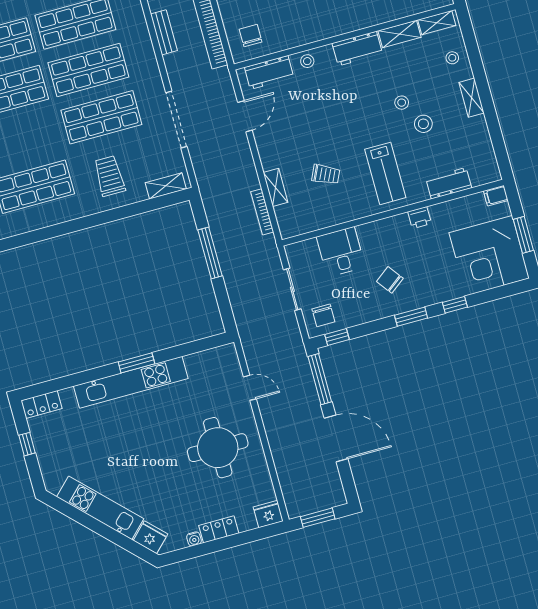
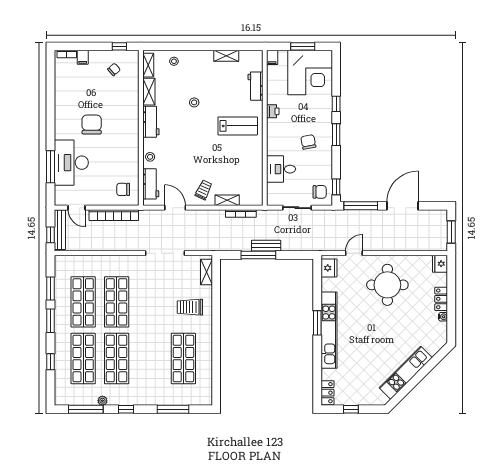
bench: (164, 32) -> (266, 246), moved
shelving: (471, 98) -> (226, 56), moved
shop shelf: (101, 117) -> (150, 302), removed
stool: (423, 124) -> (212, 92), removed
trolley: (326, 174) -> (204, 190), moved
chair: (390, 280) -> (308, 142), turned 116
fridge: (150, 537) -> (329, 268), moved, turned 135

